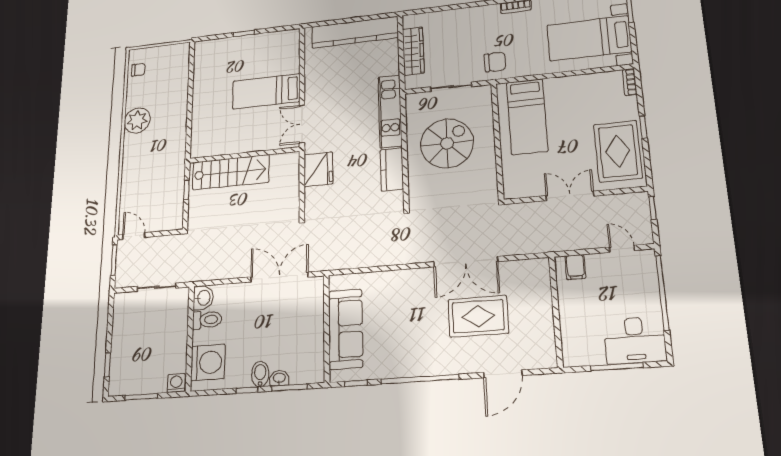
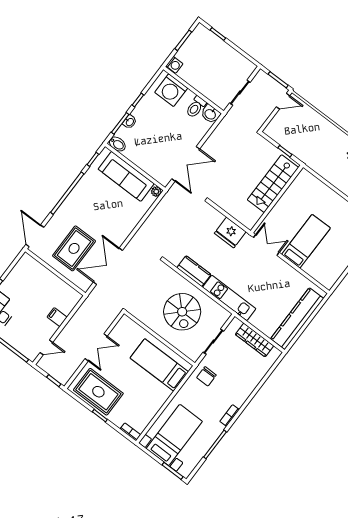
plant: (336, 282) -> (156, 191), added
wall: (556, 311) -> (55, 272), moved
bidet: (260, 374) -> (117, 144), moved

